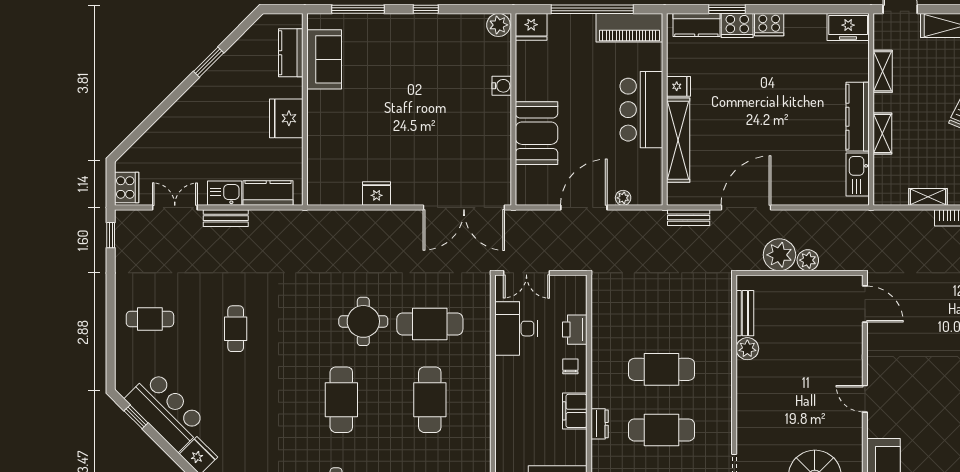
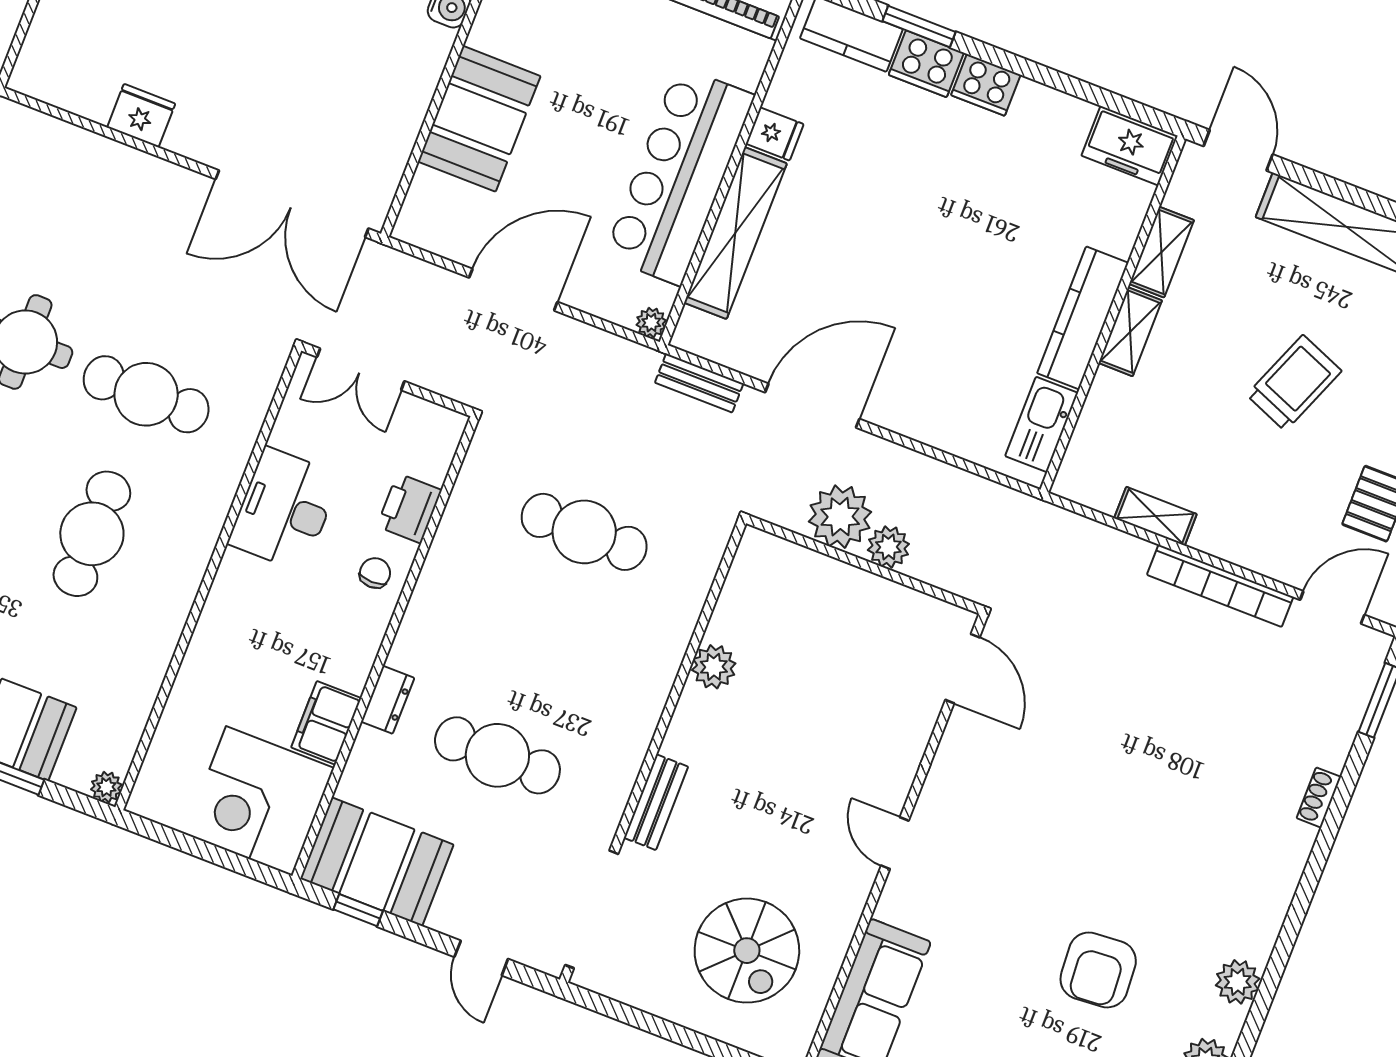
bar counter: (641, 110) -> (679, 176), width x1.36
shelving: (882, 134) -> (1130, 332), moved
plant: (623, 198) -> (651, 323), moved
bench: (745, 313) -> (656, 802), moved
desk: (516, 329) -> (284, 509), moved
cafe table: (662, 369) -> (584, 532), moved
filing cabinet: (575, 411) -> (326, 723), moved

